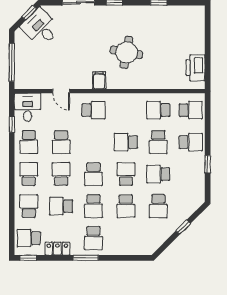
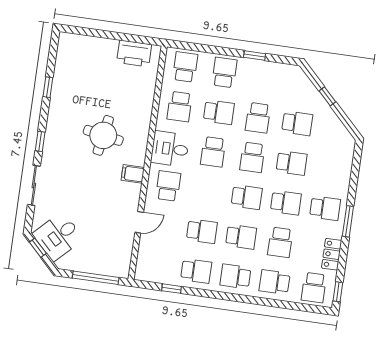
desk: (28, 107) -> (170, 149), moved
school desk: (61, 174) -> (241, 237), turned 180
school desk: (126, 174) -> (252, 157), turned -90

